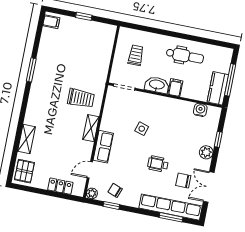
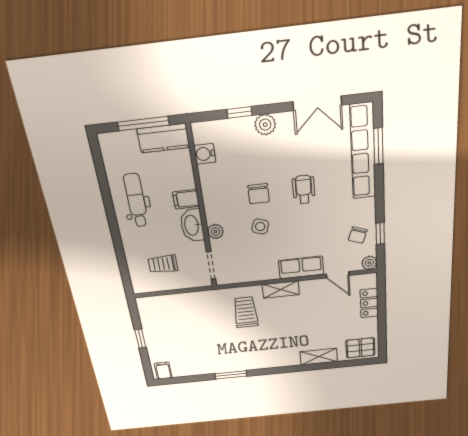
plant: (148, 98) -> (215, 231), added
wheelchair: (158, 164) -> (304, 189), turned 180
chair: (183, 181) -> (259, 194), moved

